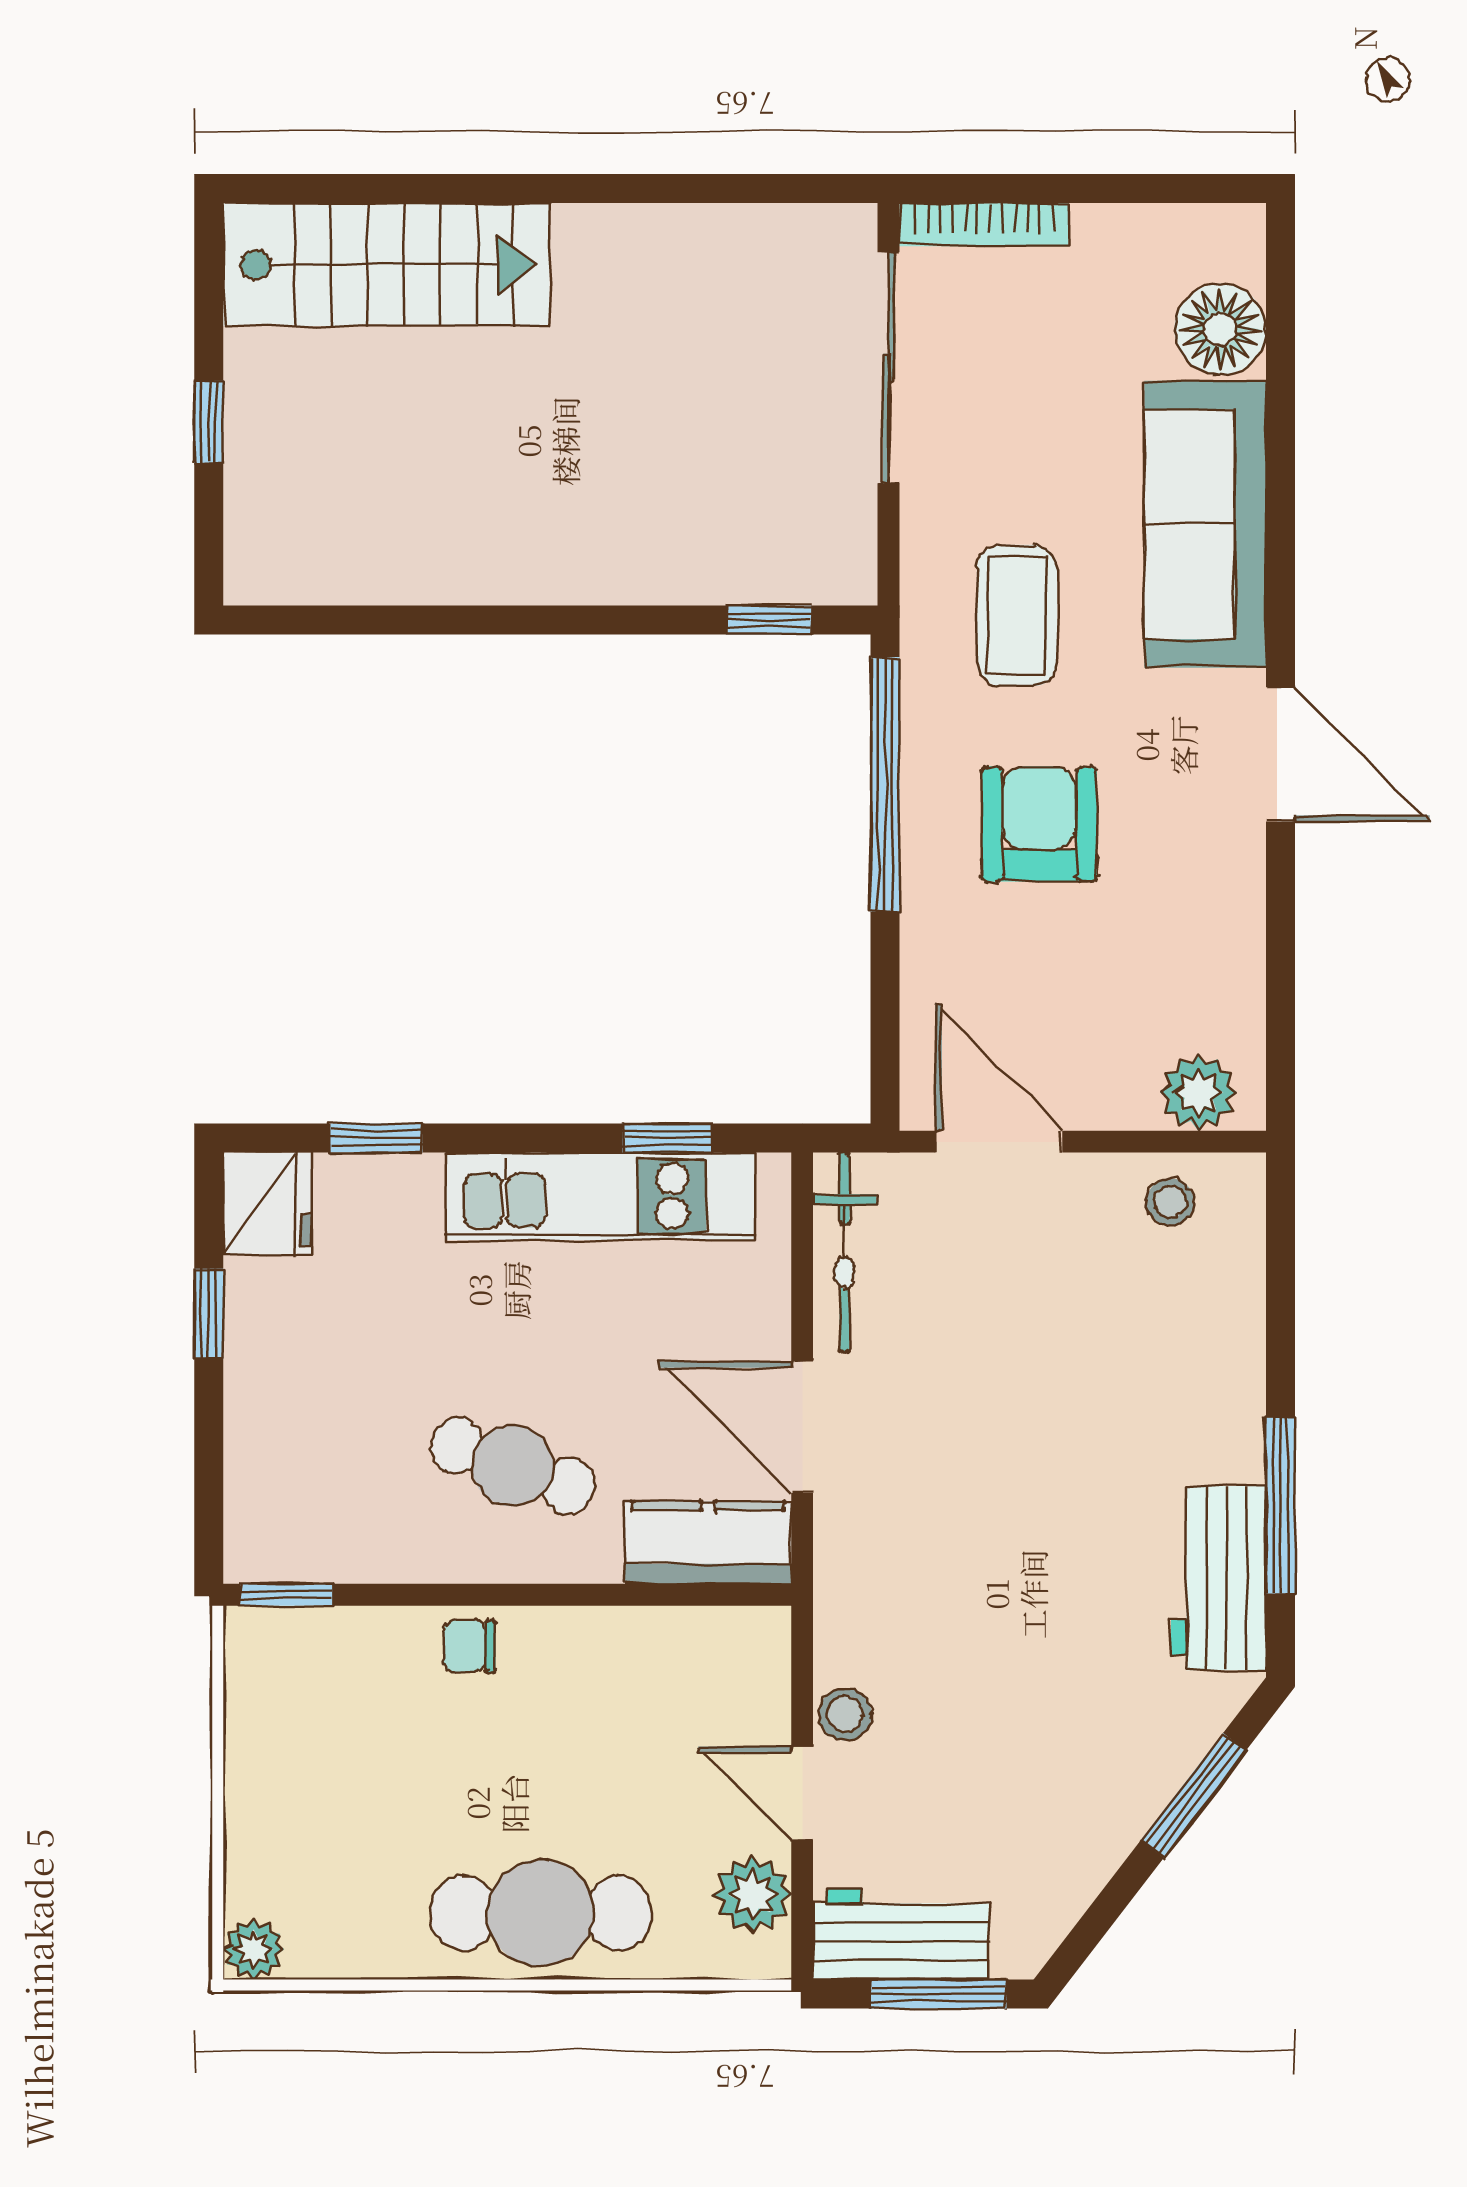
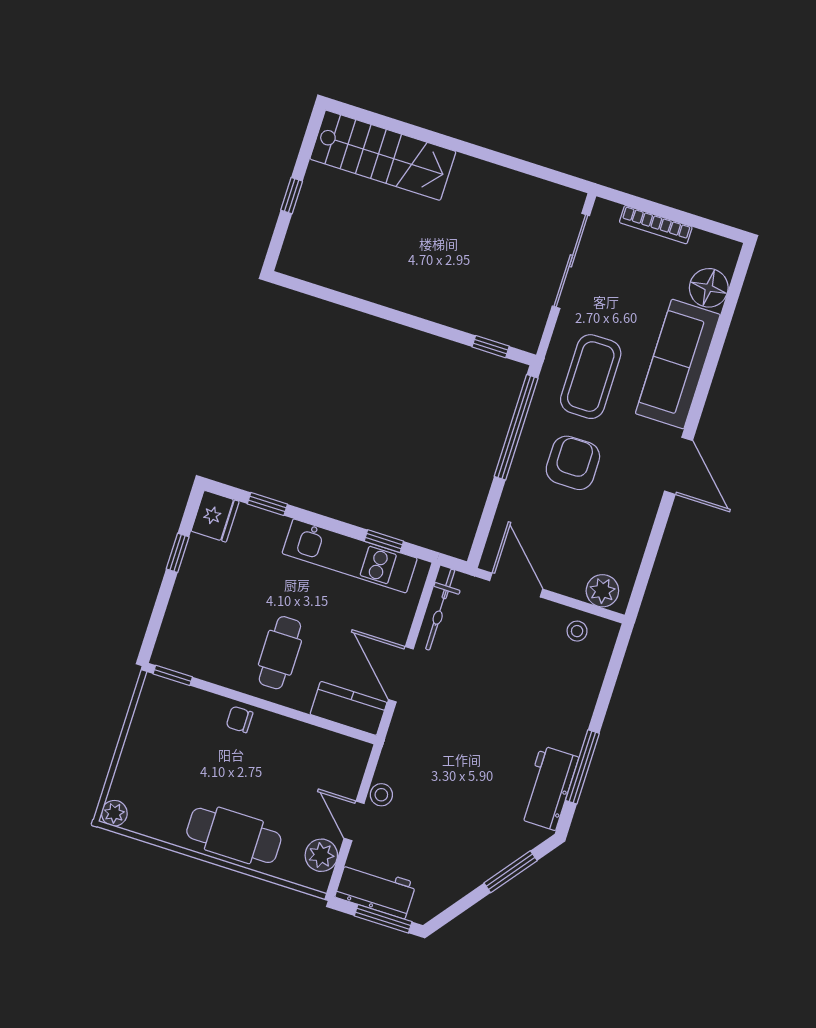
bookcase: (984, 225) -> (656, 225), moved
coffee table: (1017, 616) -> (591, 377), width x1.36, depth x1.32
cafe table: (513, 1466) -> (280, 653), turned 70

